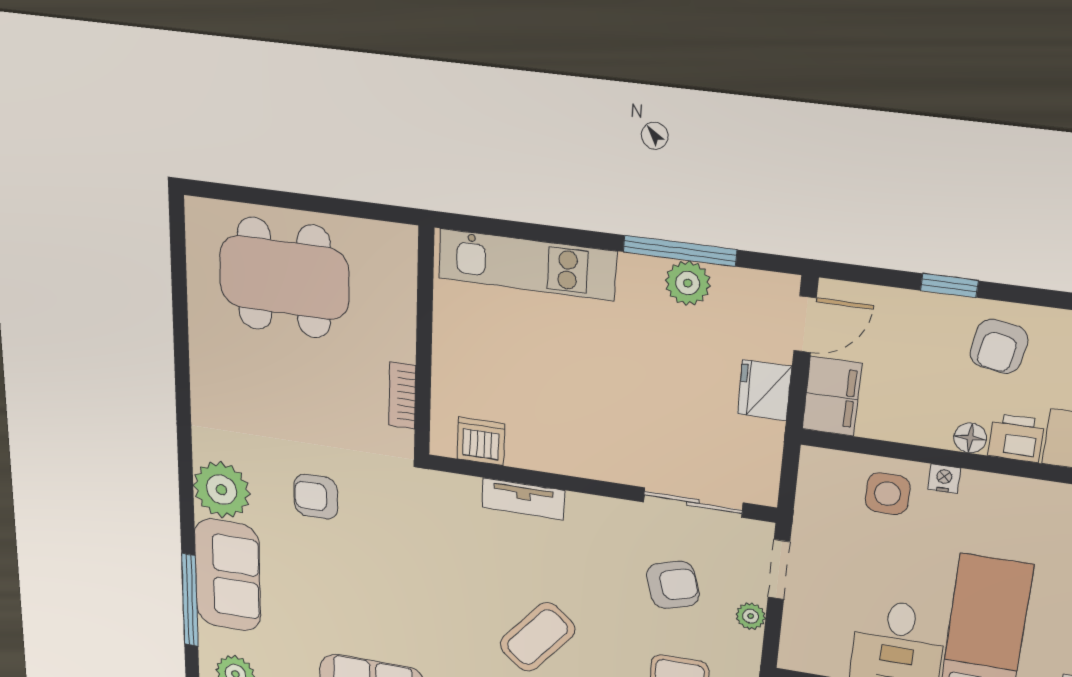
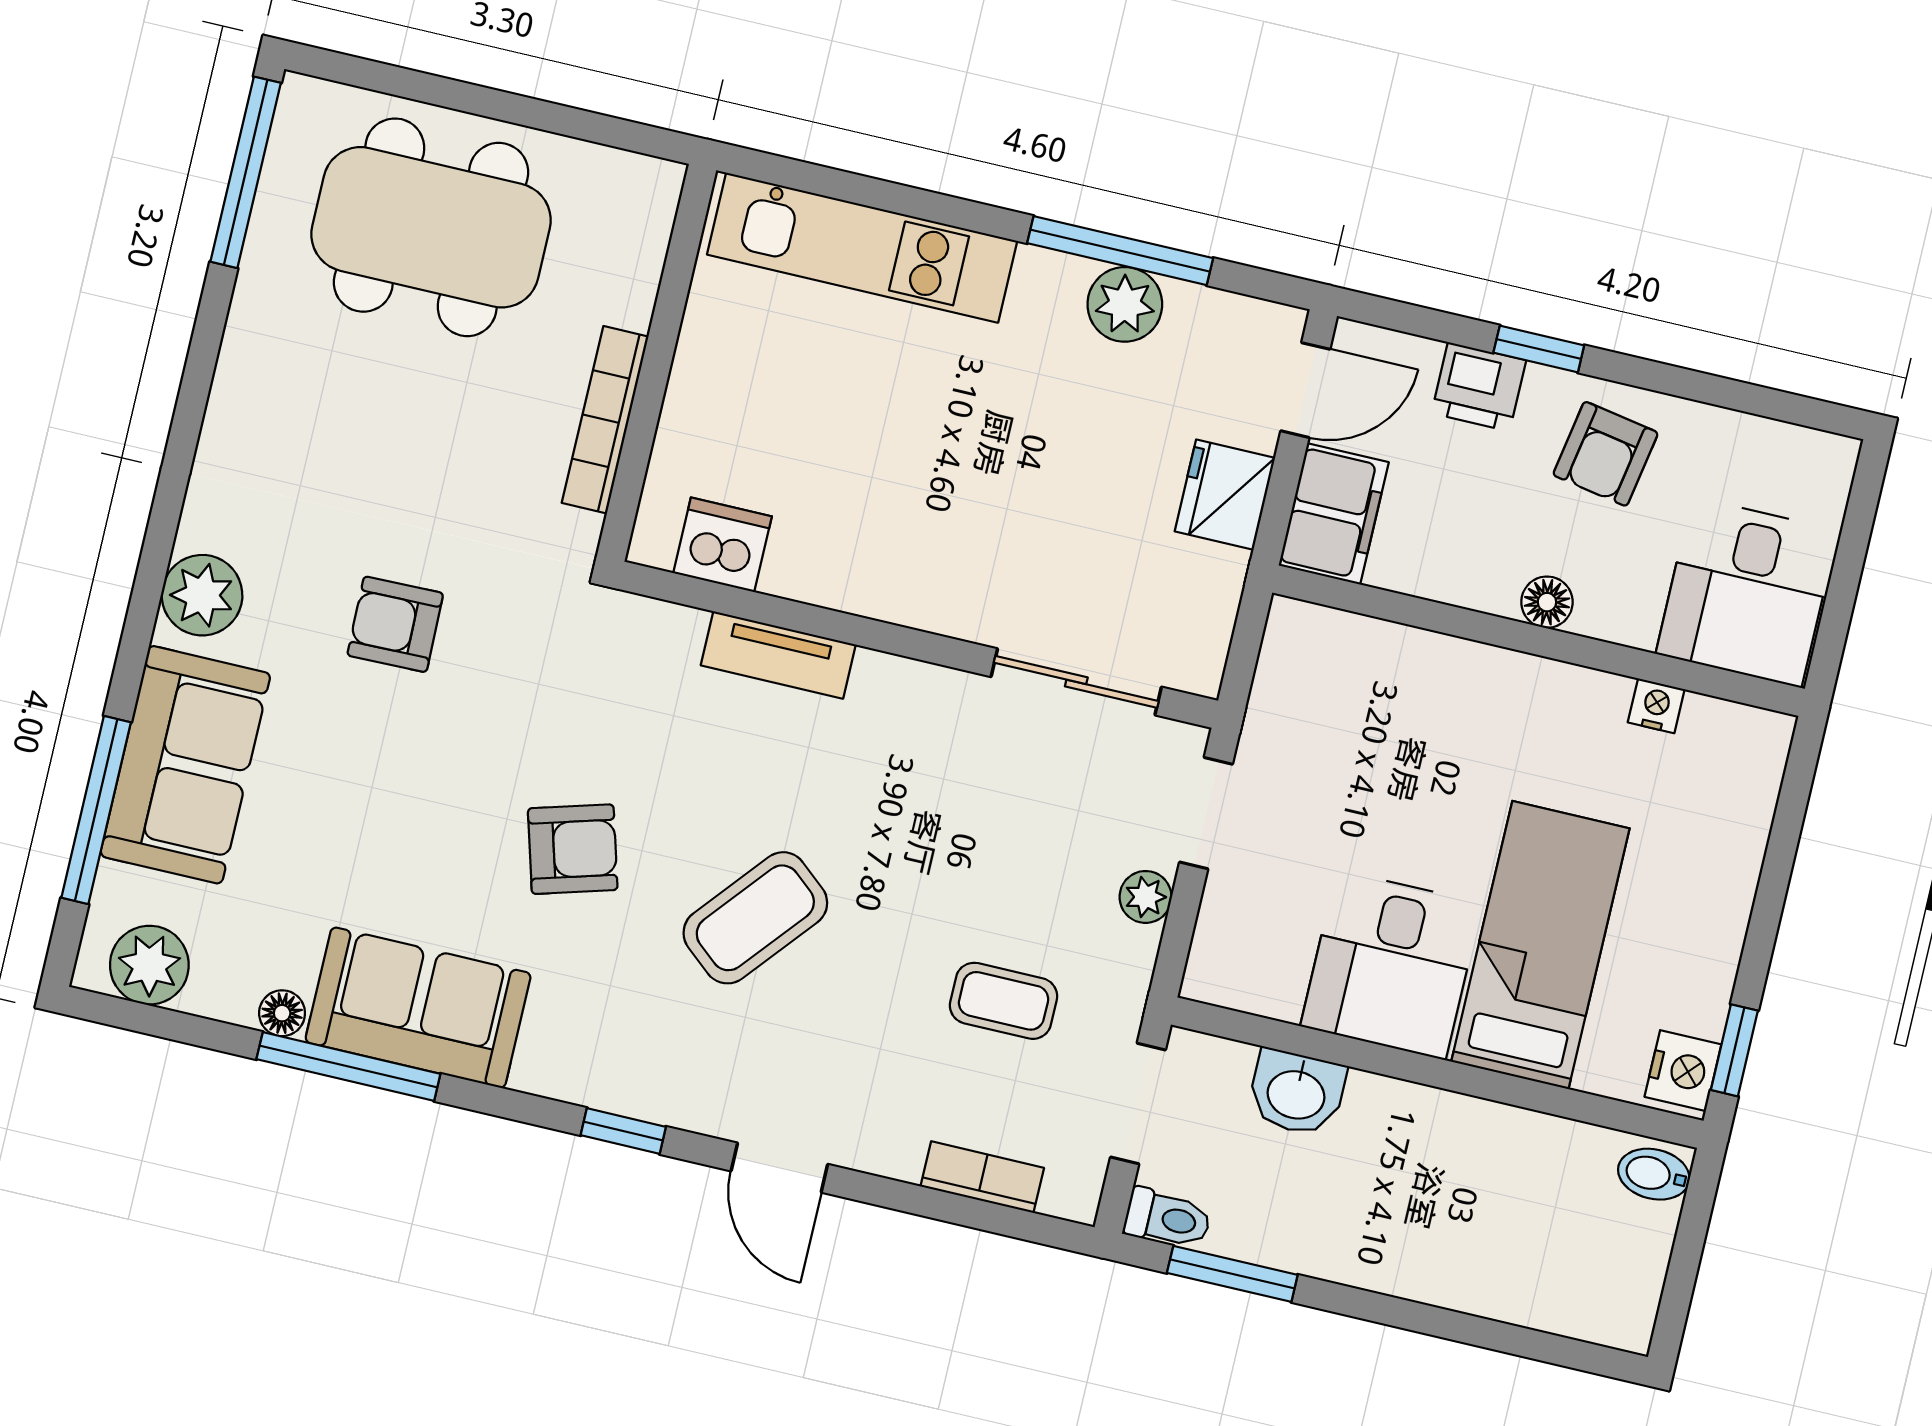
window: (178, 257) -> (246, 172), added
bookcase: (402, 395) -> (605, 420), width x1.56
printer: (1016, 438) -> (1479, 387), moved, turned 180
nightstand: (944, 479) -> (1656, 706), moved
plant: (222, 490) -> (202, 595), width x0.73, depth x0.73
side table: (888, 494) -> (1404, 689), removed
armchair: (673, 585) -> (573, 849), moved

